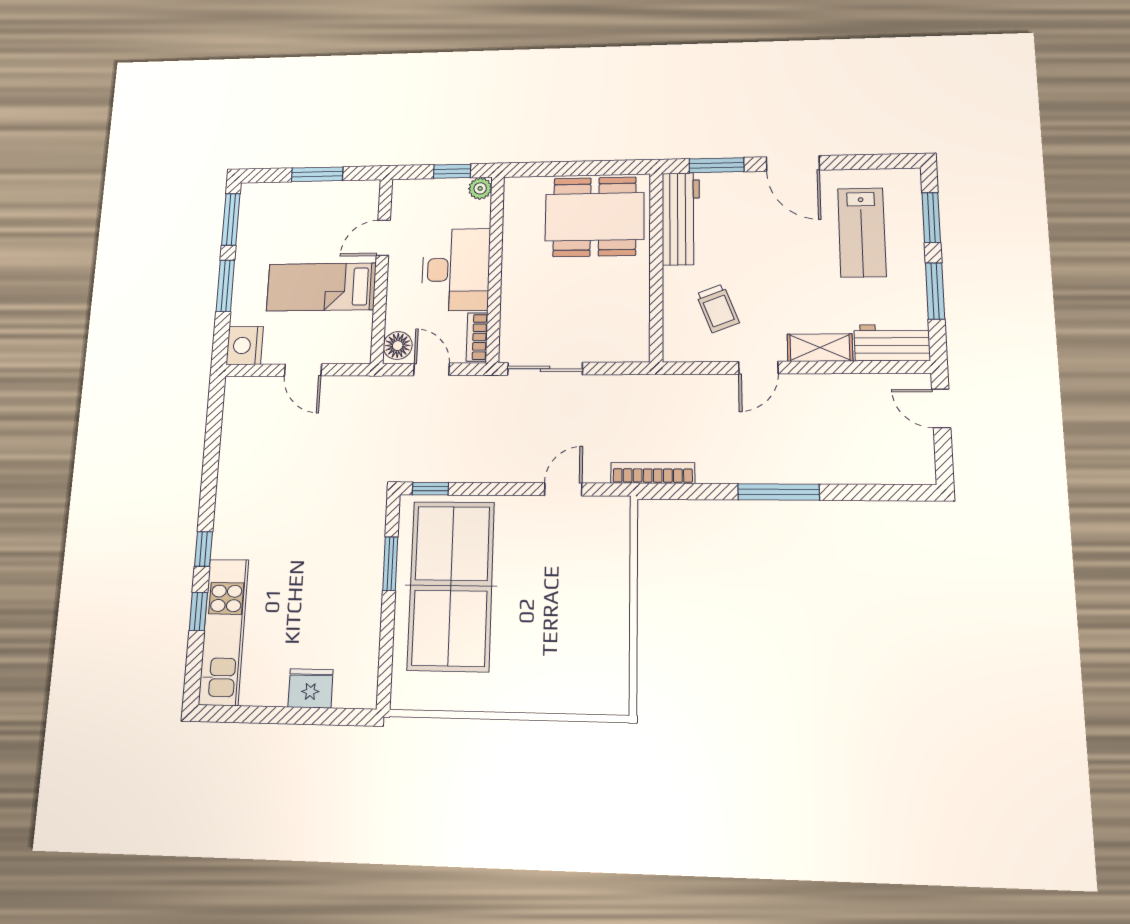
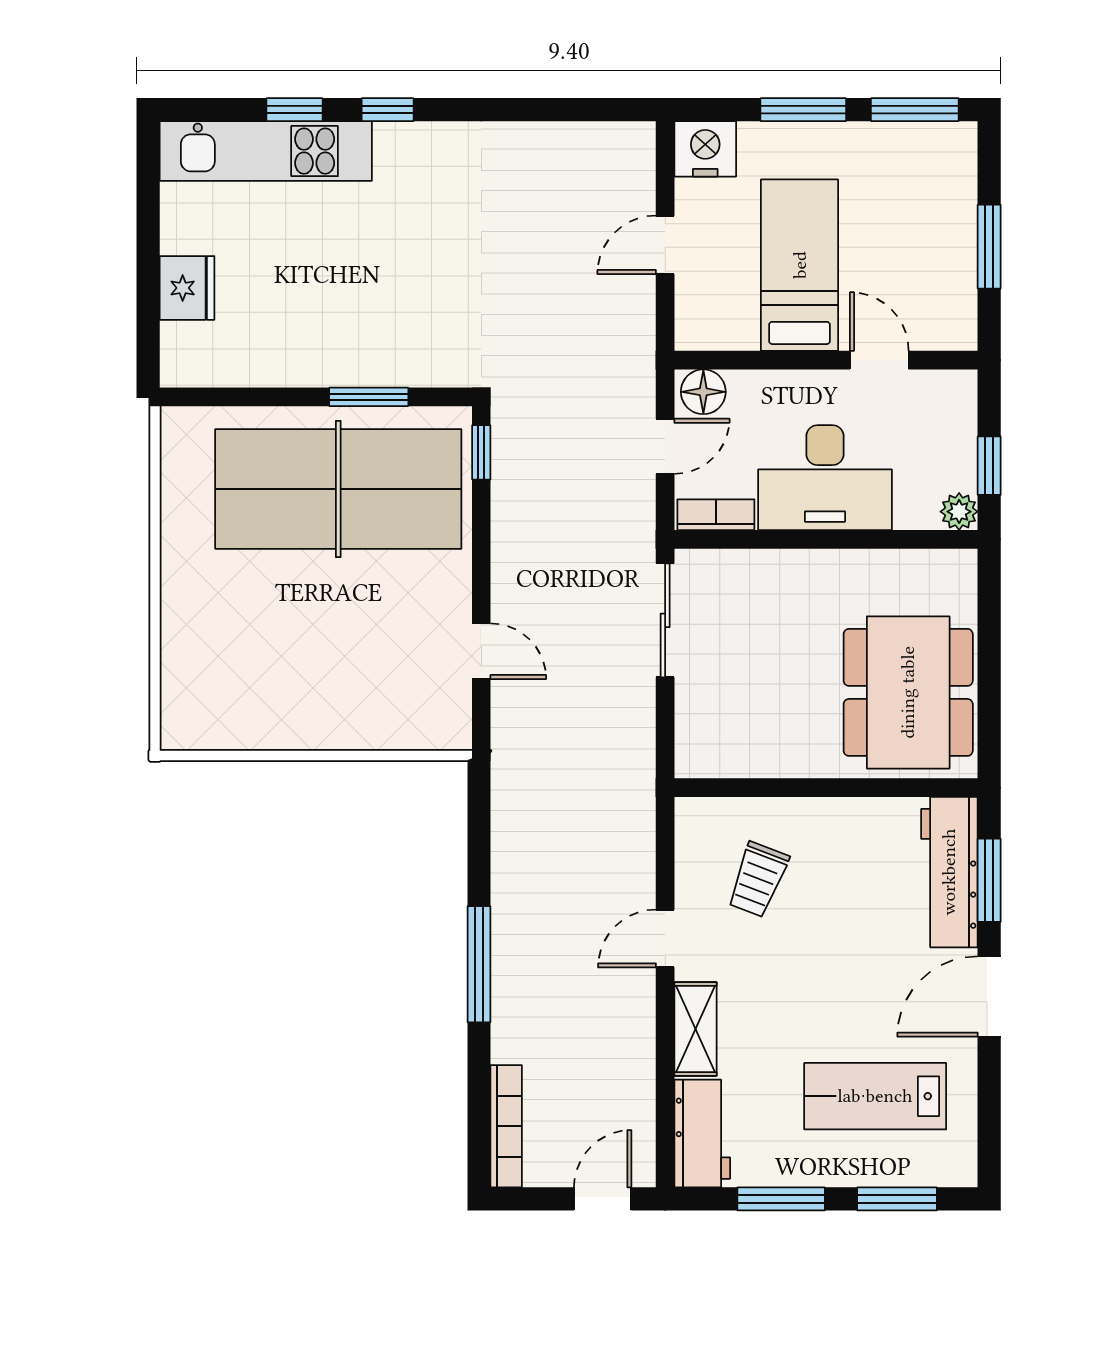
workbench: (681, 219) -> (949, 872), moved, turned 90
trolley: (718, 308) -> (758, 880), turned -48
door: (758, 368) -> (665, 938), hinge flipped
bookcase: (653, 473) -> (506, 1126), moved

